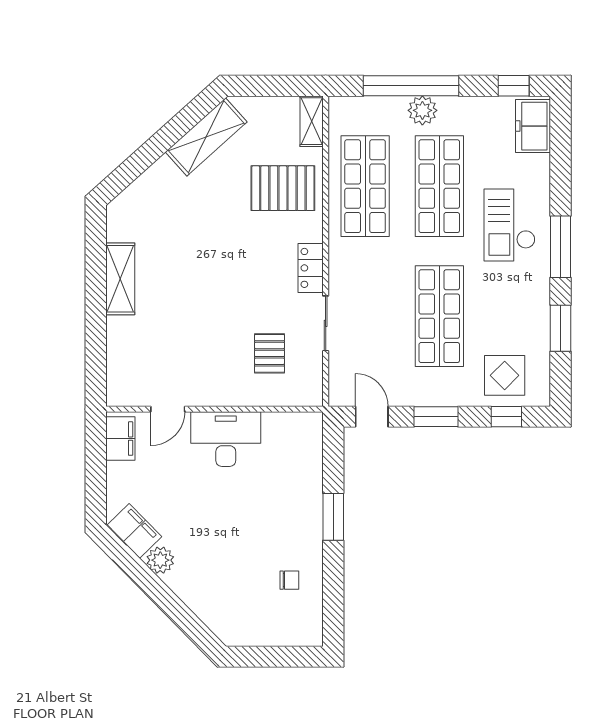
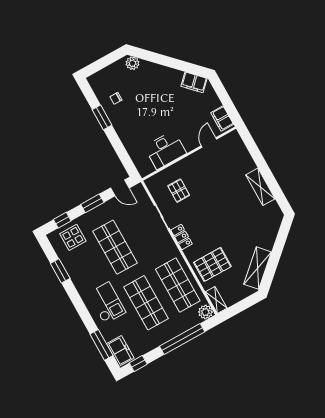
plant: (422, 110) -> (205, 312), moved
window: (561, 247) -> (101, 345), moved
desk: (226, 439) -> (165, 150), moved
window: (333, 517) -> (102, 117), moved
plant: (160, 560) -> (132, 63), moved

